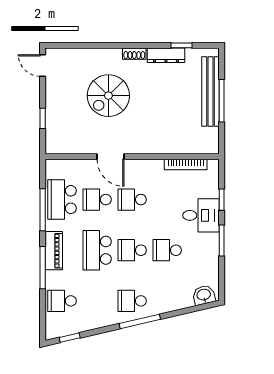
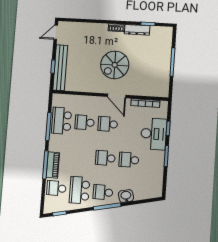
door: (43, 65) -> (56, 32), hinge flipped
bench: (211, 91) -> (60, 68), moved
spiral stairs: (108, 96) -> (115, 65), moved
door: (111, 157) -> (117, 96), moved
desk: (201, 215) -> (154, 134), width x1.37
school desk: (97, 250) -> (80, 190), moved
piano: (54, 251) -> (53, 165), moved
washbasin: (204, 295) -> (126, 196), moved

